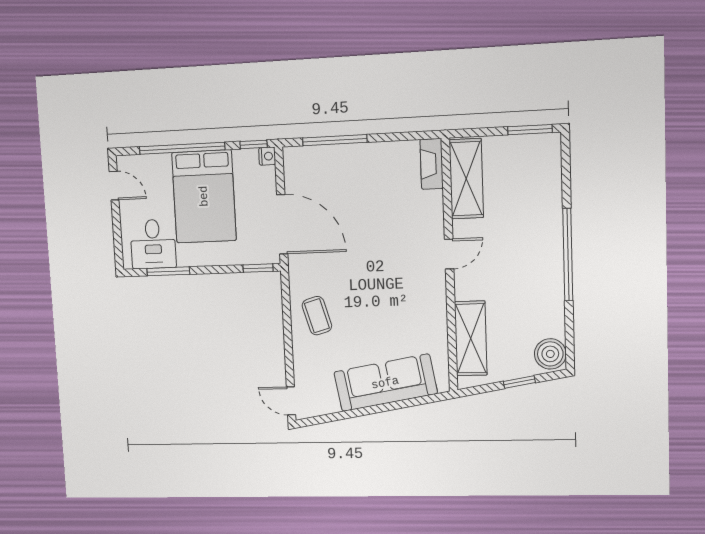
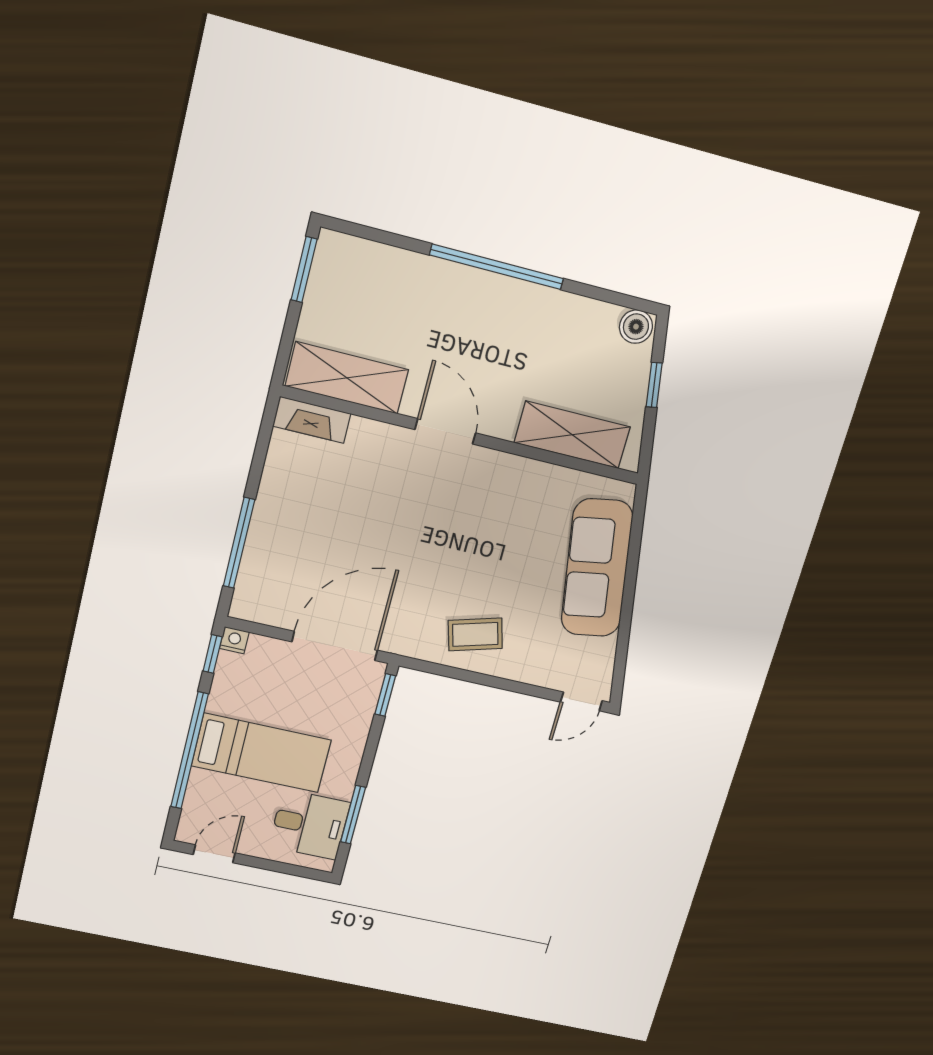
bed: (204, 196) -> (261, 753), width x0.67
door: (449, 254) -> (445, 431), width x1.38
boiler: (550, 354) -> (636, 327), width x0.73, depth x0.73

